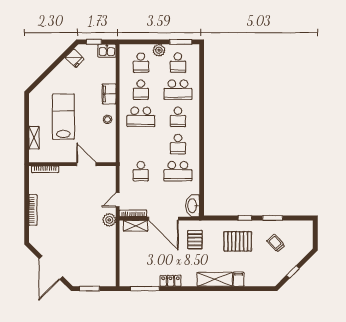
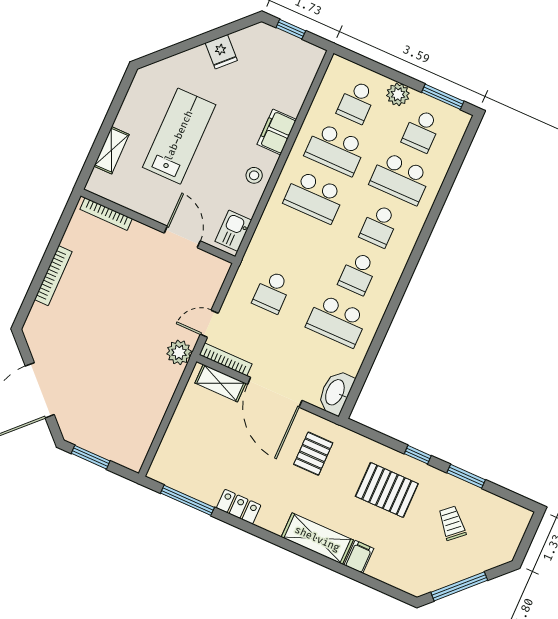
kitchen sink: (107, 51) -> (233, 231), moved, turned 90
fridge: (75, 58) -> (221, 52), moved
school desk: (141, 90) -> (335, 149), width x1.85
window: (293, 272) -> (459, 586), width x2.17

